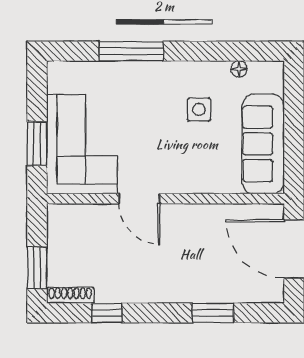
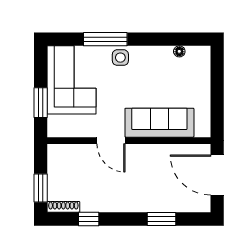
side table: (199, 109) -> (120, 58), moved
corner sofa: (82, 144) -> (71, 80), moved
sofa: (263, 144) -> (159, 123), moved, turned 90

